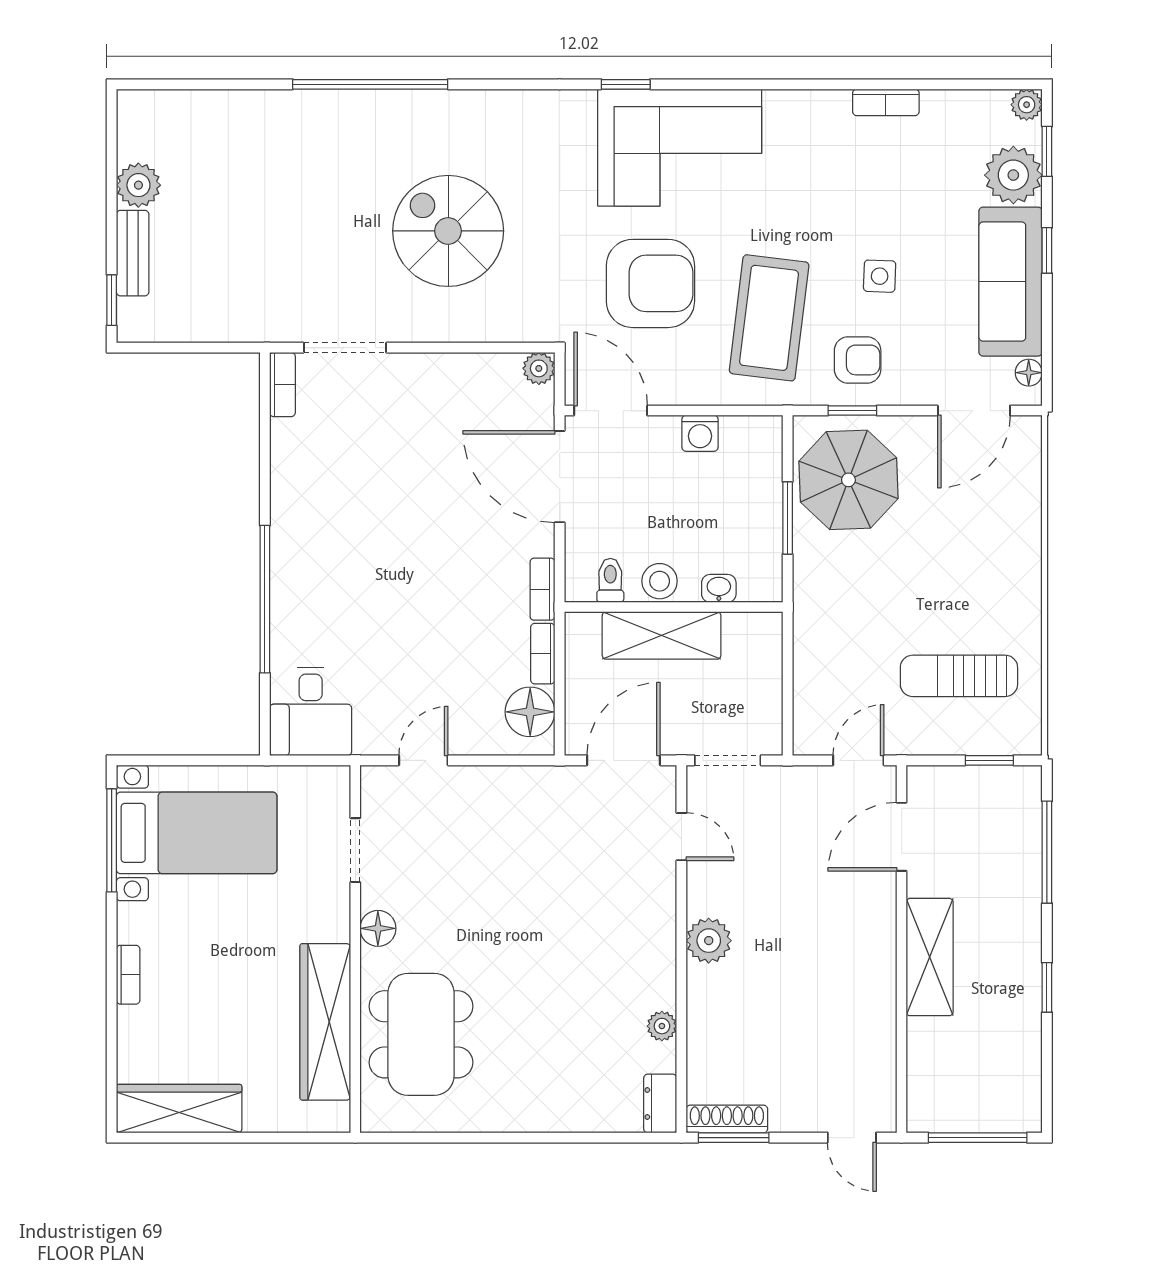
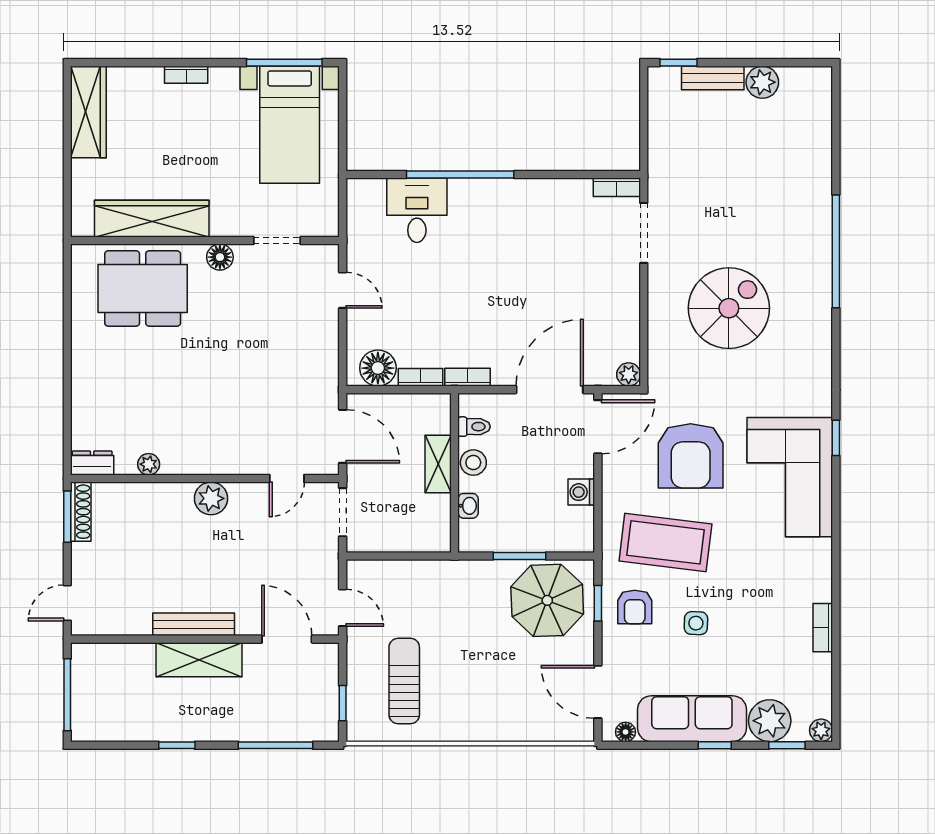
shelving: (662, 635) -> (438, 464), width x0.67, depth x0.75
desk: (311, 711) -> (417, 210), moved, turned 90
bench: (881, 964) -> (194, 624), added

